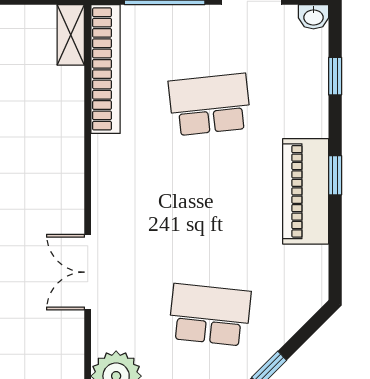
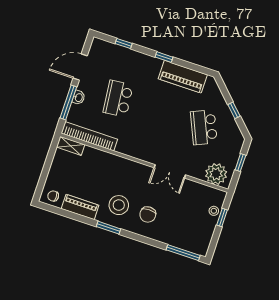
washbasin: (313, 17) -> (79, 97), moved
piano: (306, 191) -> (183, 77), moved
school desk: (210, 315) -> (204, 127), turned -30

